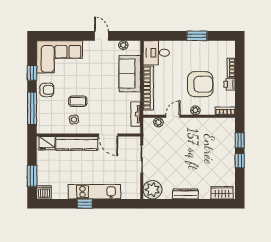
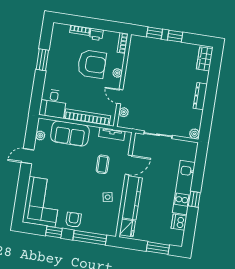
armchair: (200, 84) -> (92, 64), turned 90
coffee table: (78, 101) -> (103, 164), moved
plant: (152, 190) -> (194, 134), width x0.53, depth x0.53
dishwasher: (44, 192) -> (179, 222), moved

